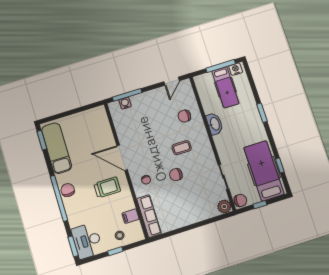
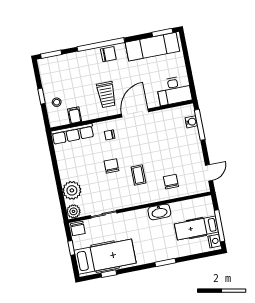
door: (172, 81) -> (209, 173), swing flipped
plant: (204, 210) -> (72, 190), added
desk: (87, 241) -> (174, 90), moved, turned 180

